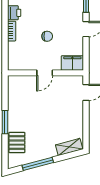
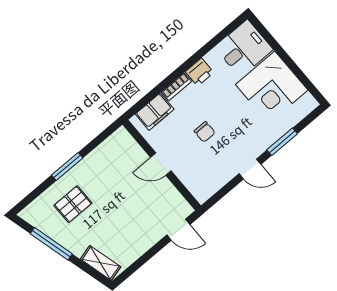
filing cabinet: (72, 63) -> (155, 112), moved, turned 90
pallet: (17, 143) -> (73, 204), moved

